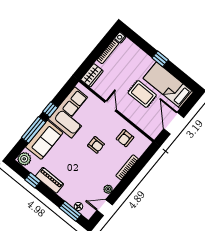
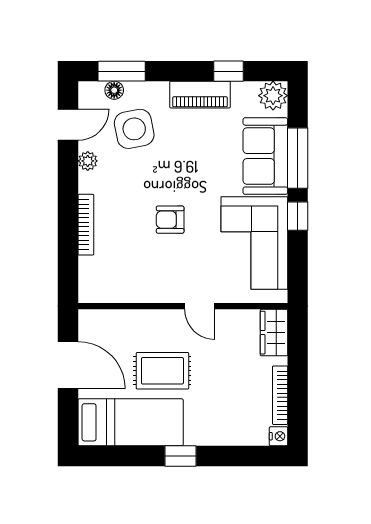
armchair: (125, 138) -> (130, 272), removed
side table: (83, 187) -> (134, 129), added

